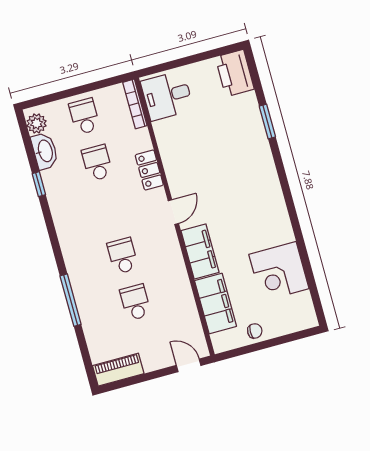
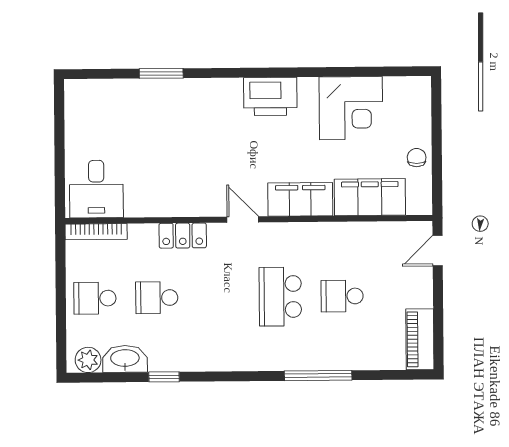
printer: (235, 73) -> (270, 96), moved
school desk: (123, 256) -> (280, 297), width x1.85

